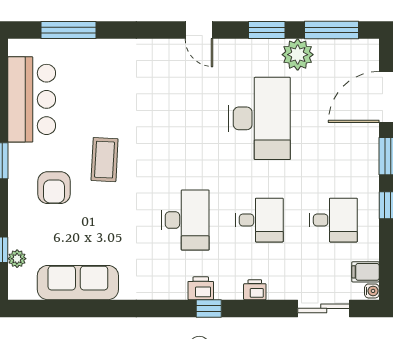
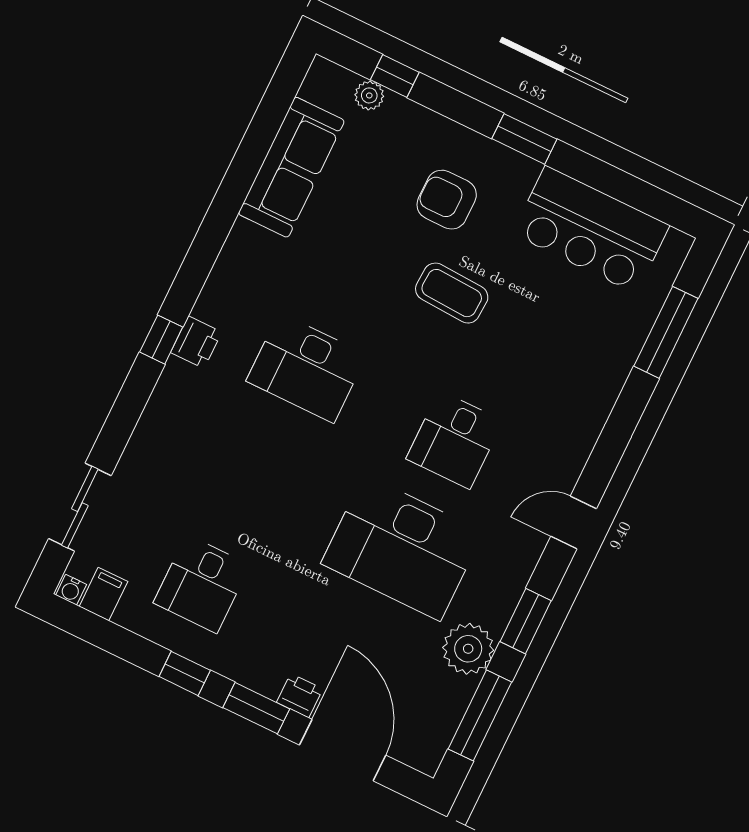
desk: (259, 220) -> (455, 440), moved
printer: (255, 290) -> (300, 696), moved, turned -90

